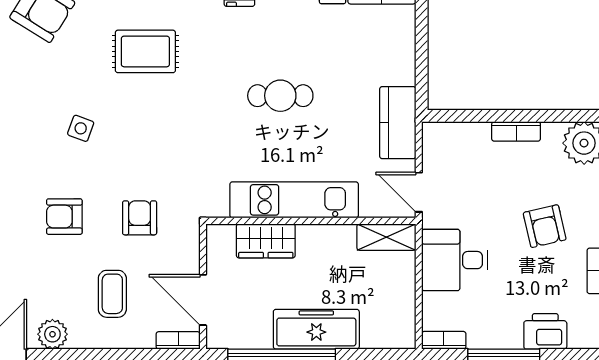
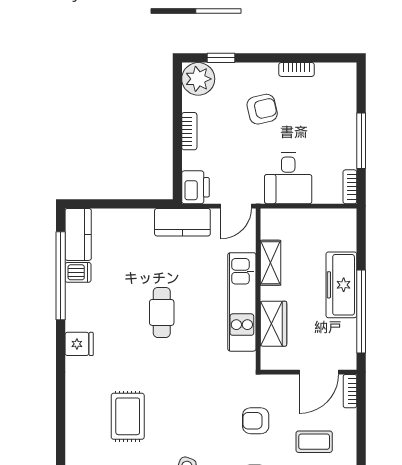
shelving: (386, 237) -> (270, 263), moved
printer: (545, 331) -> (195, 187), moved, turned 180

